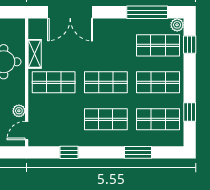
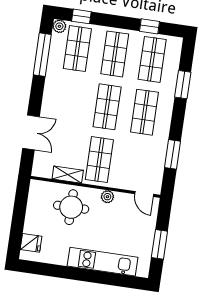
double door: (70, 12) -> (31, 132), width x0.73
plant: (19, 111) -> (107, 197), moved
window: (69, 152) -> (173, 154), width x1.50

